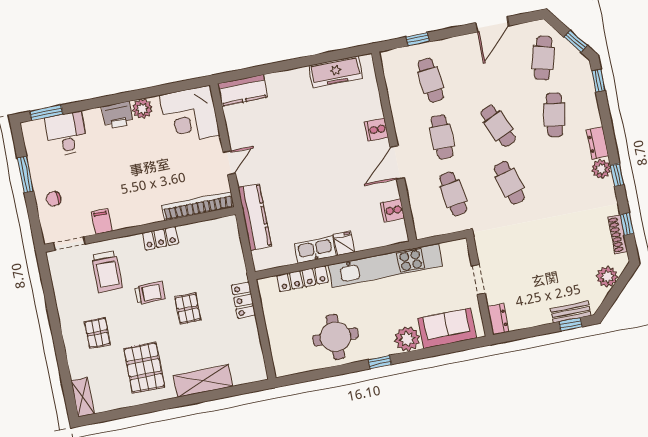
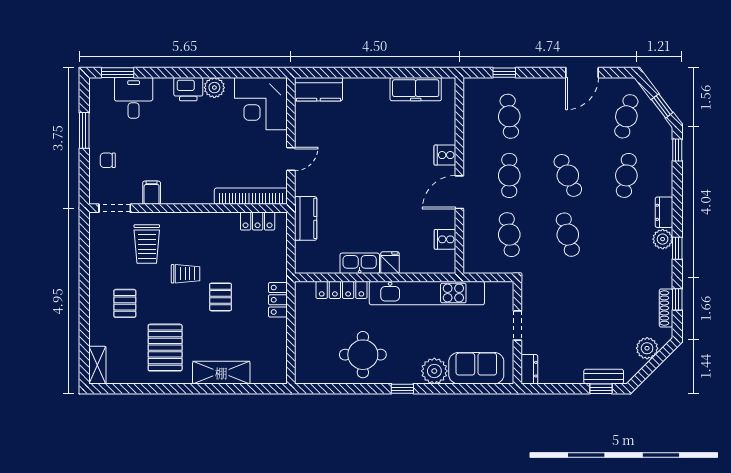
kitchen counter: (255, 217) -> (306, 218), width x0.67
locker: (160, 238) -> (258, 221), moved

